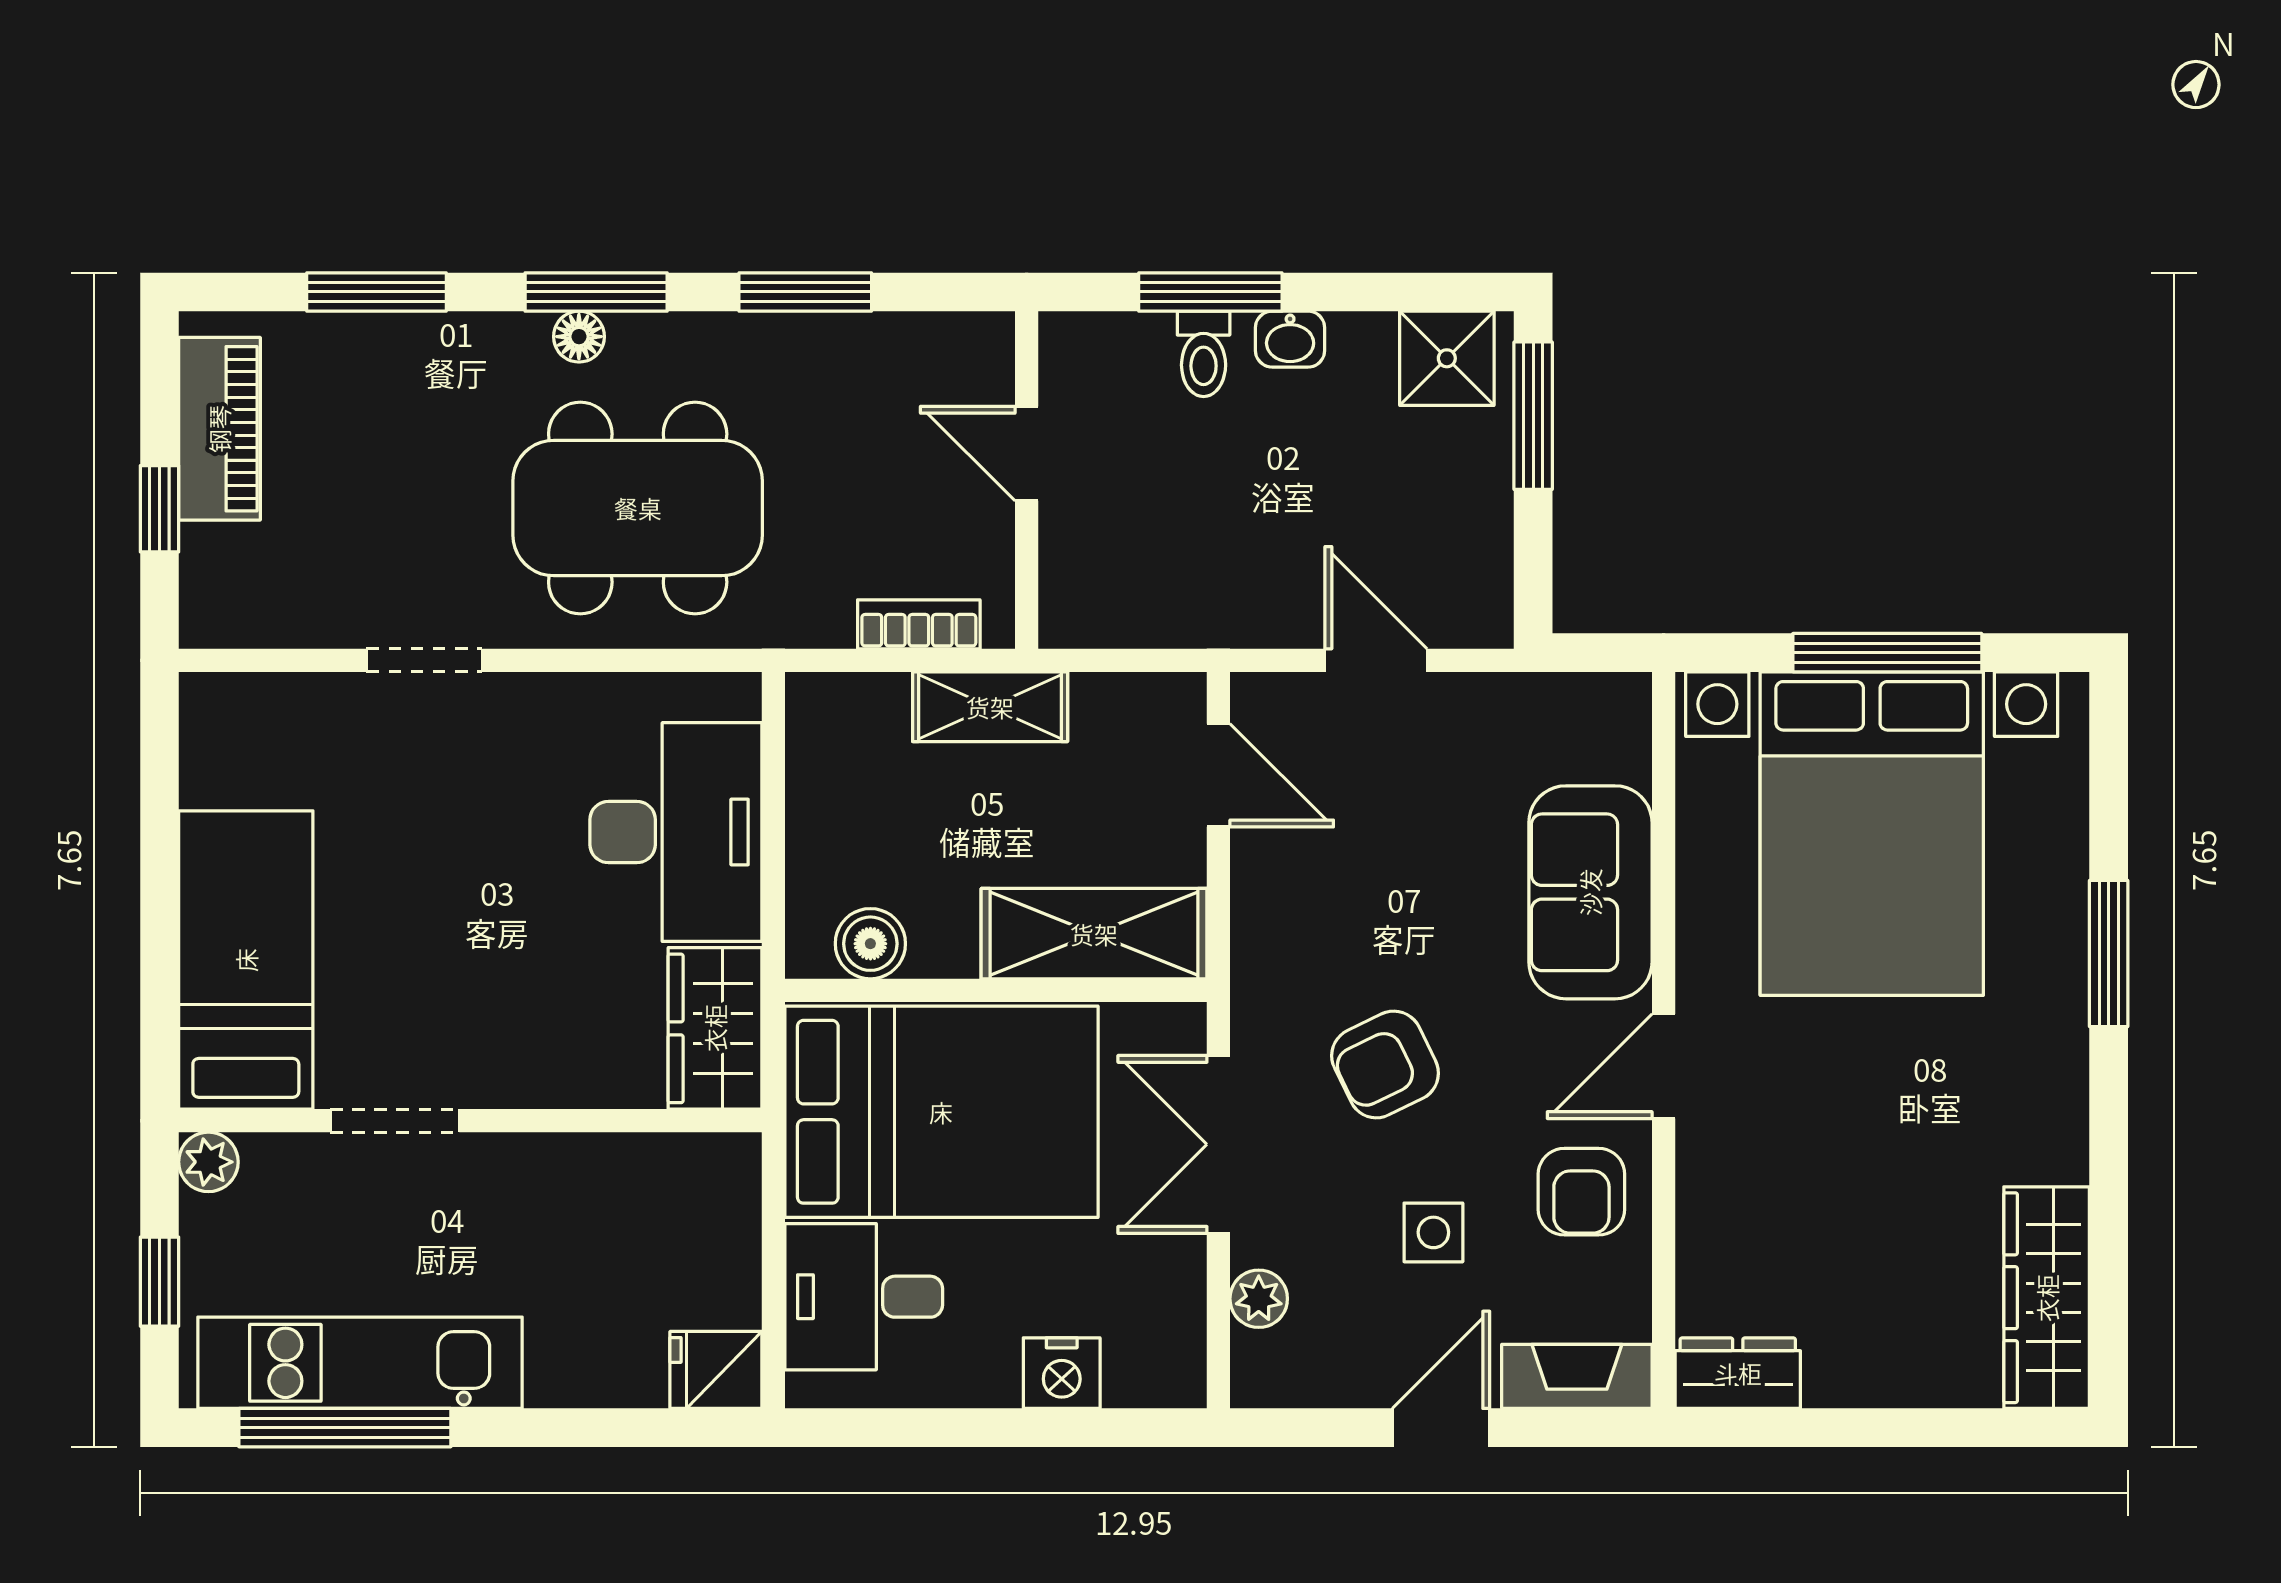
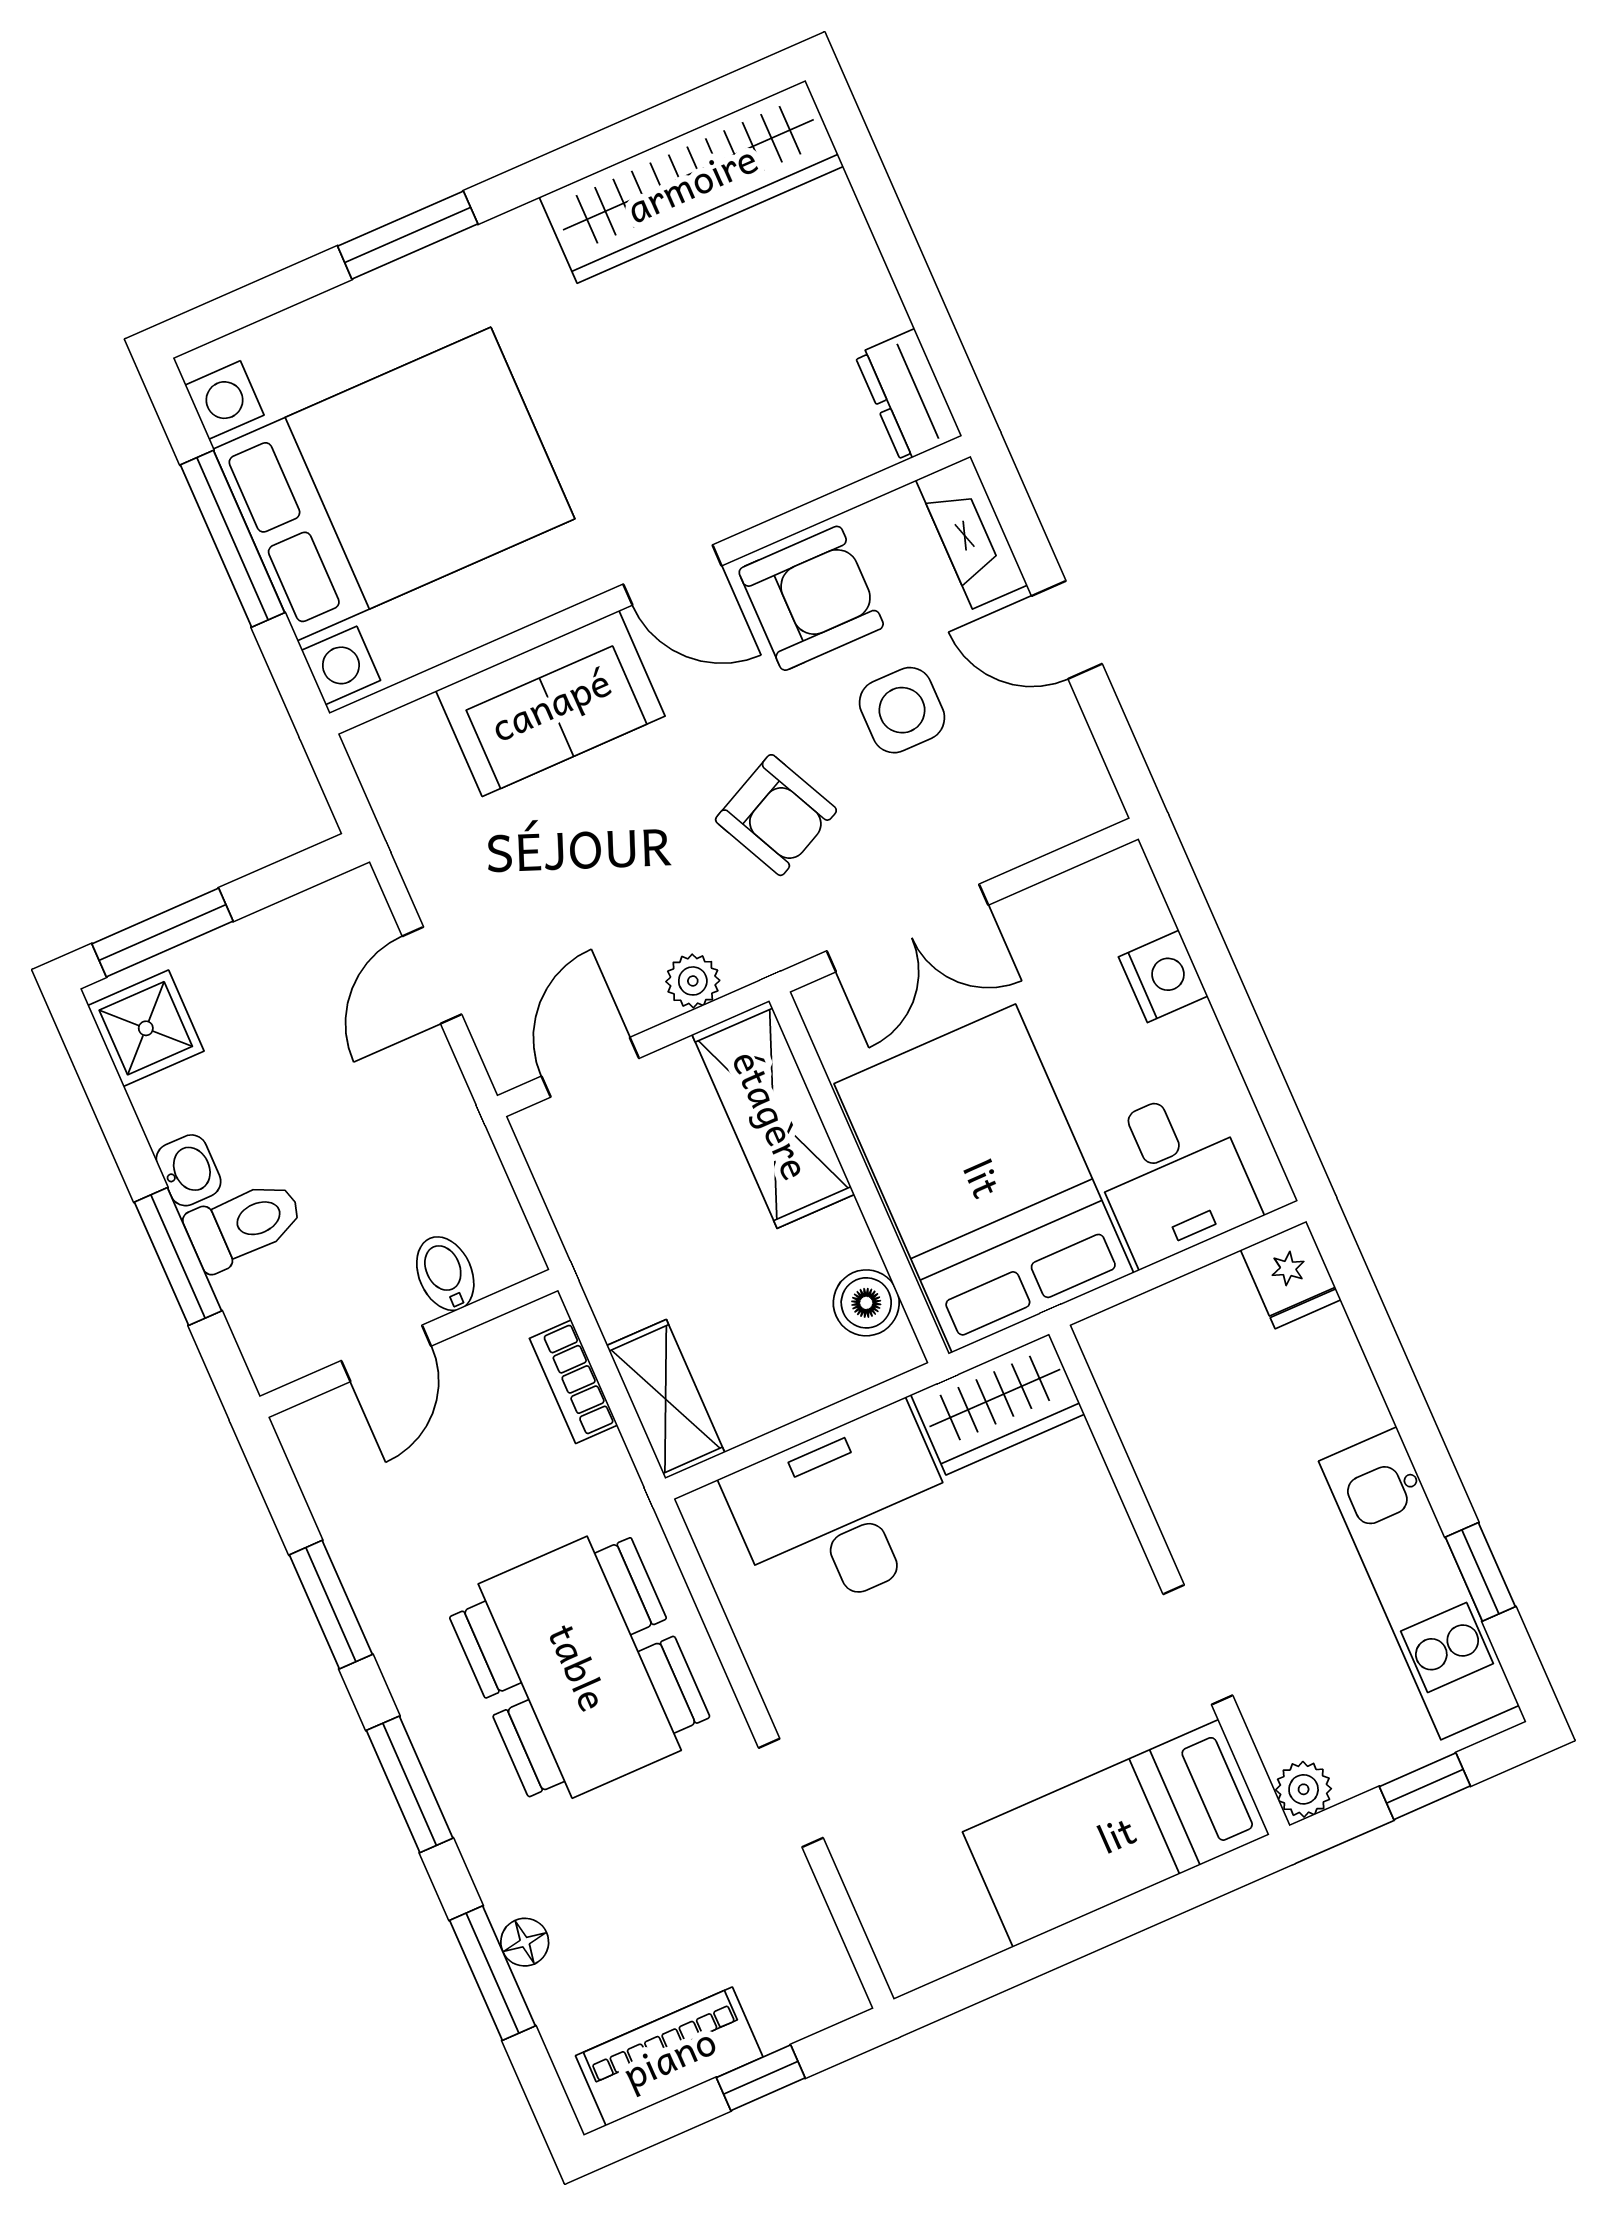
floor lamp: (579, 337) -> (525, 1942), moved
toilet: (1204, 354) -> (244, 1224), width x1.37, depth x1.39
bidet: (1079, 545) -> (445, 1274), added
shelving: (990, 707) -> (666, 1399), moved
armchair: (1581, 1192) -> (811, 598), width x1.38, depth x1.38
side table: (1433, 1232) -> (902, 710), width x1.37, depth x1.37
wardrobe: (2047, 1298) -> (691, 182), width x1.40, depth x1.17
plant: (1259, 1299) -> (693, 981), moved
window: (345, 1428) -> (1480, 1572), width x0.46

